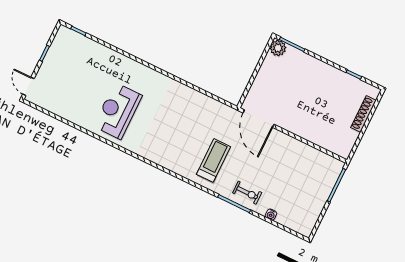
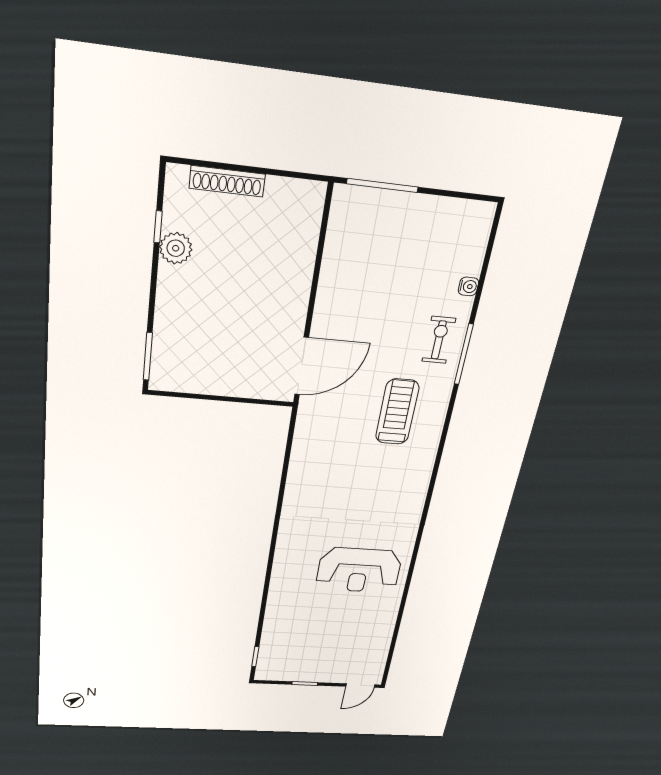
plant: (278, 48) -> (176, 248), moved
treadmill: (213, 160) -> (397, 412), turned 90

